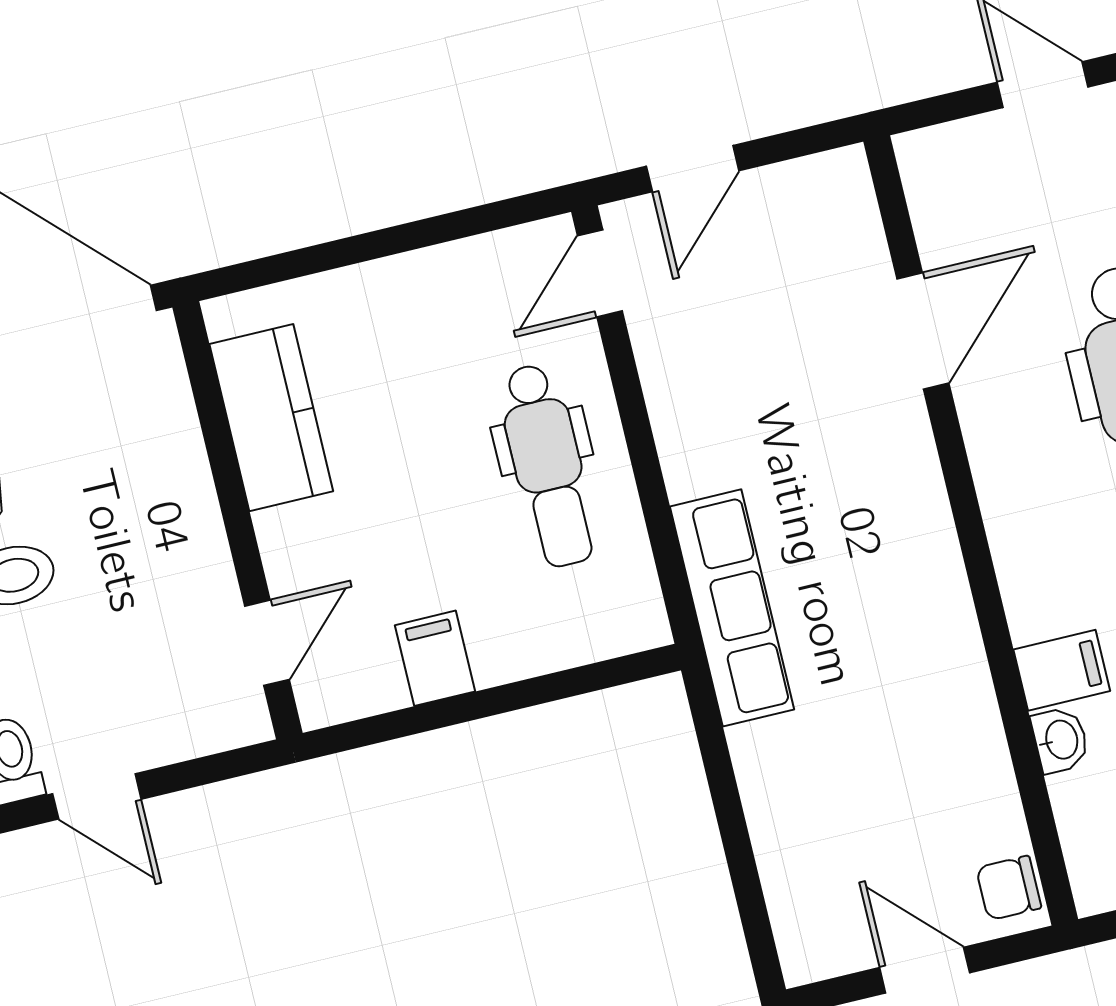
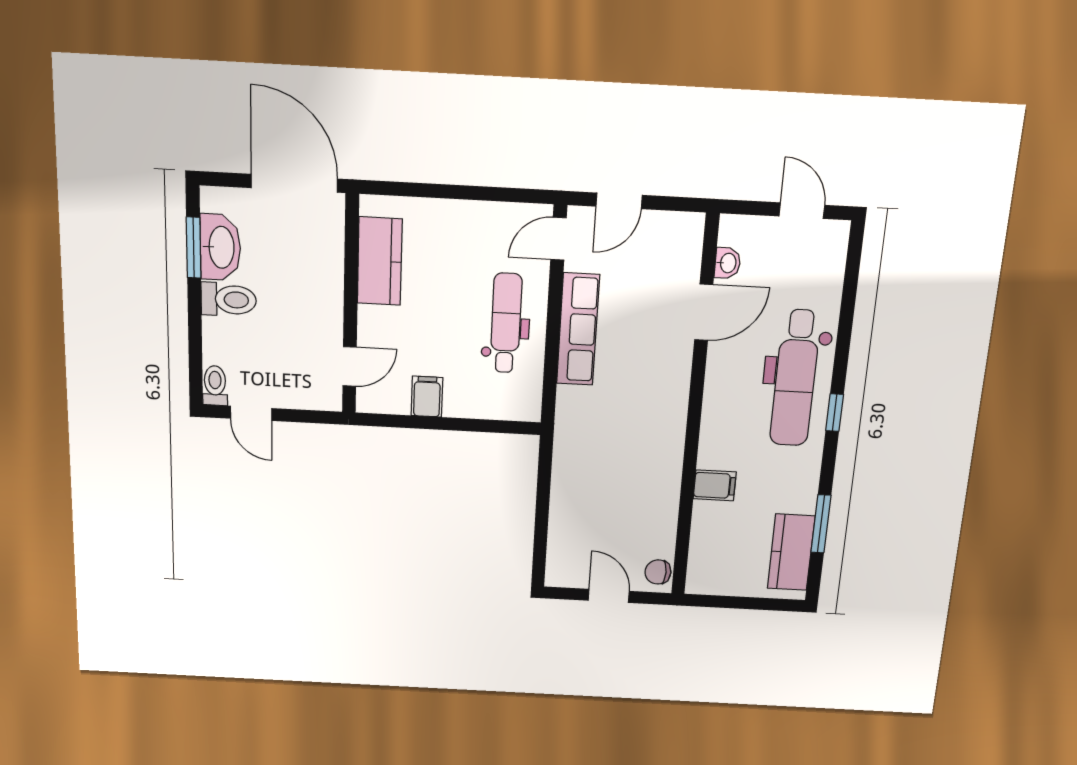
dental chair: (548, 465) -> (506, 323), turned 180
row of seats: (732, 608) -> (578, 329), moved
washbasin: (1060, 740) -> (728, 263), moved

